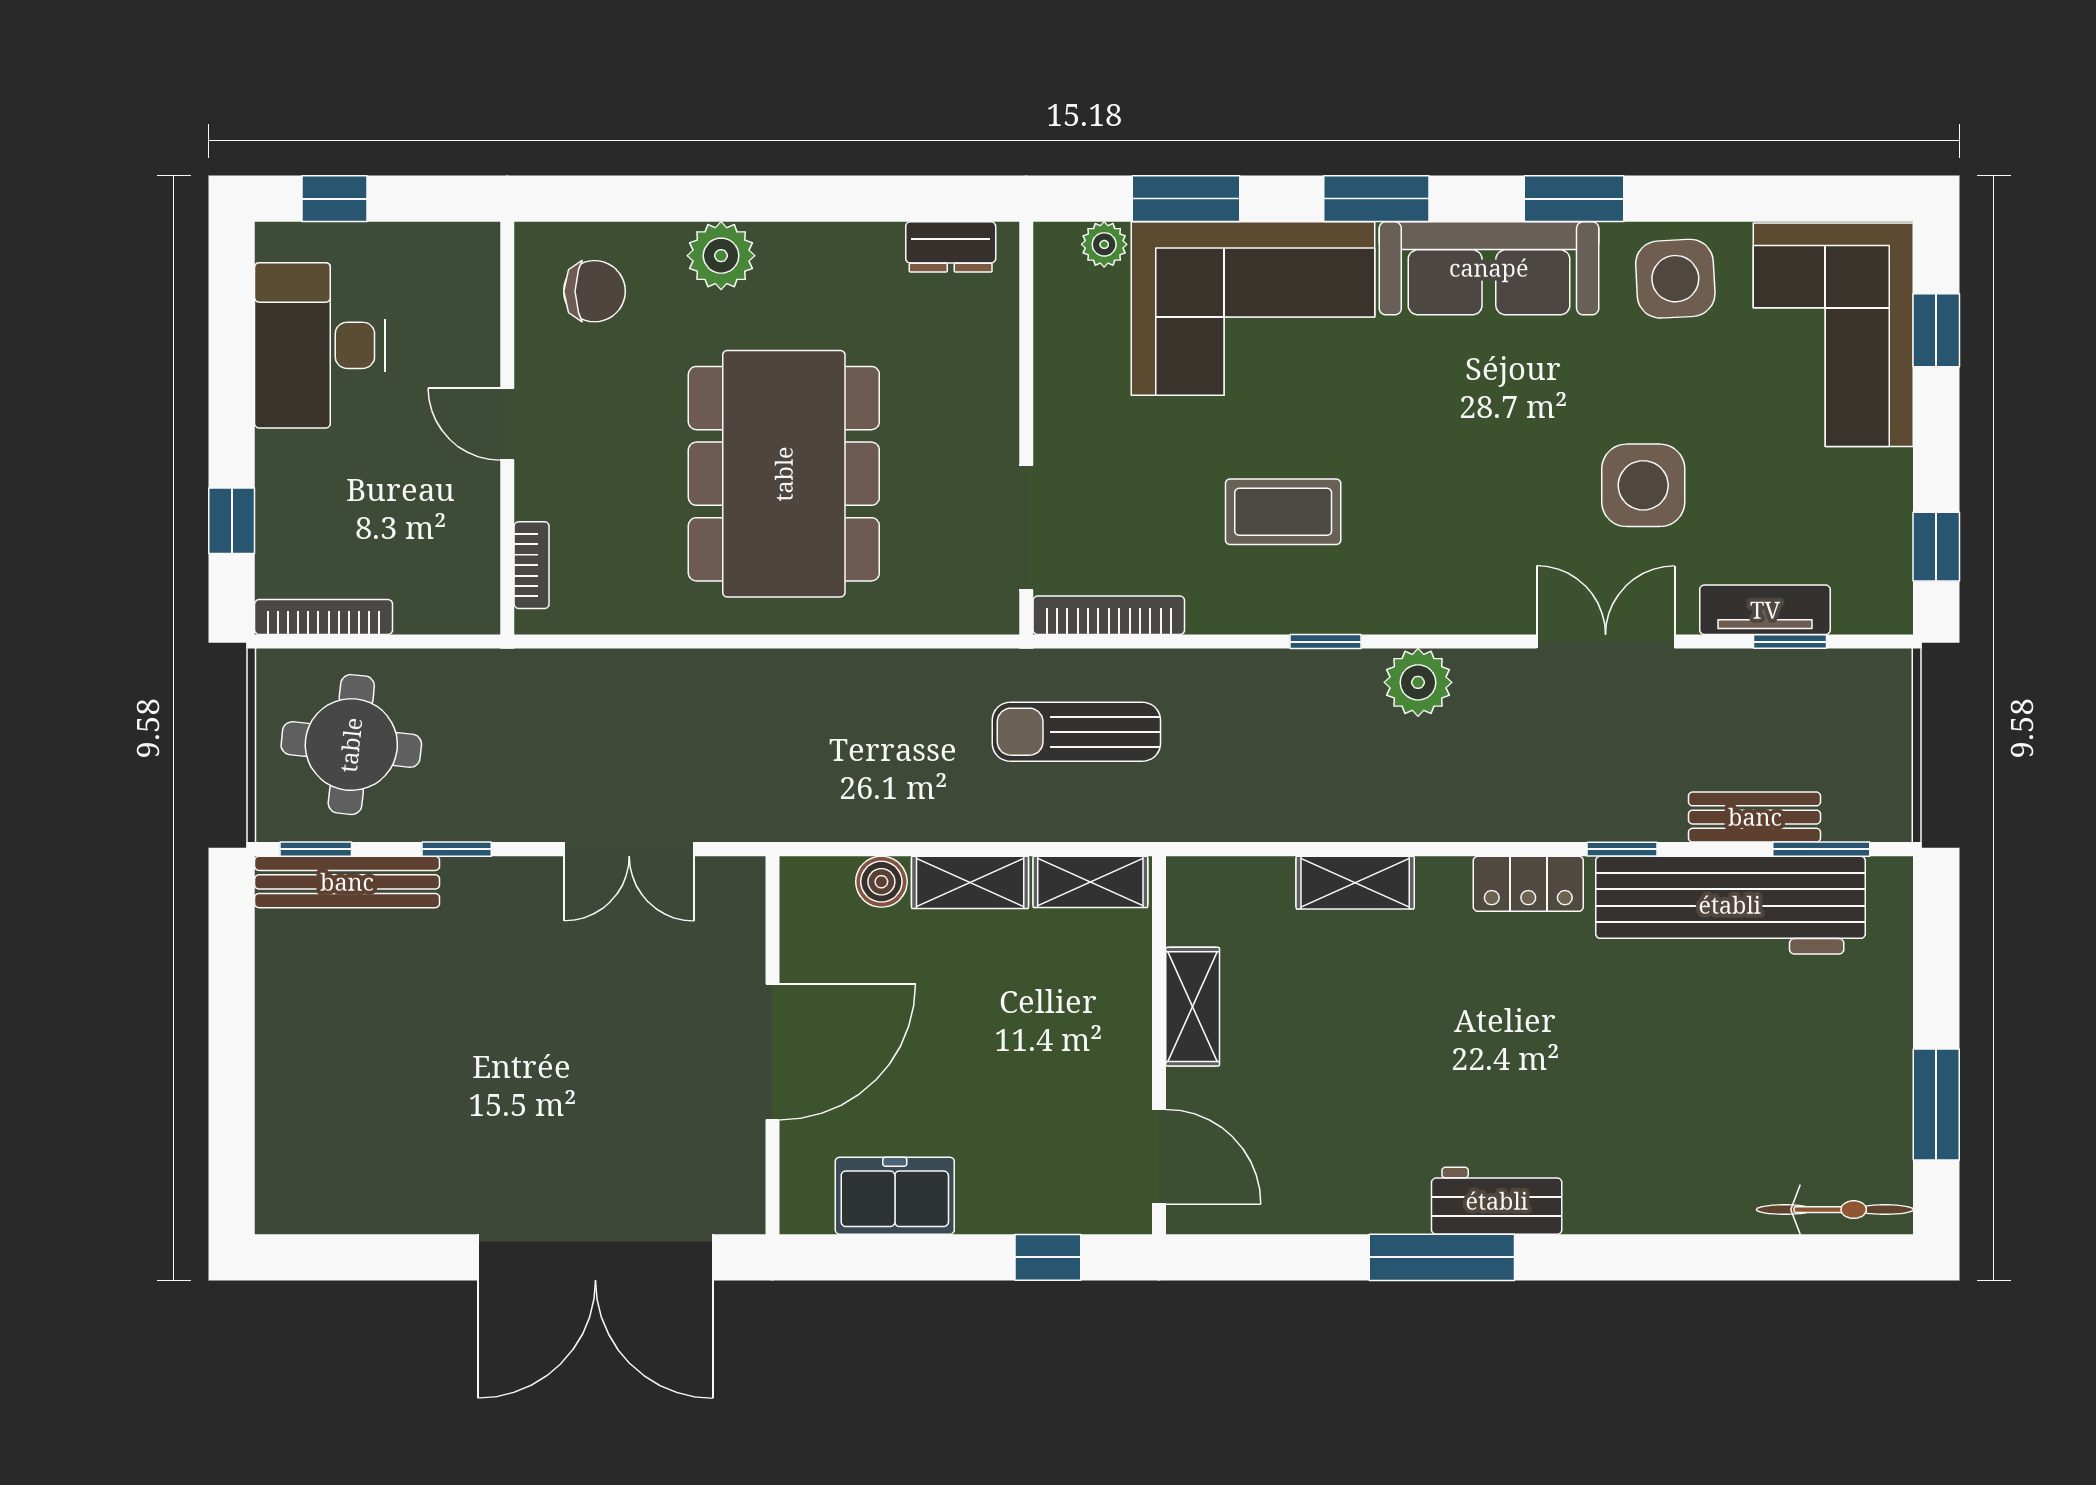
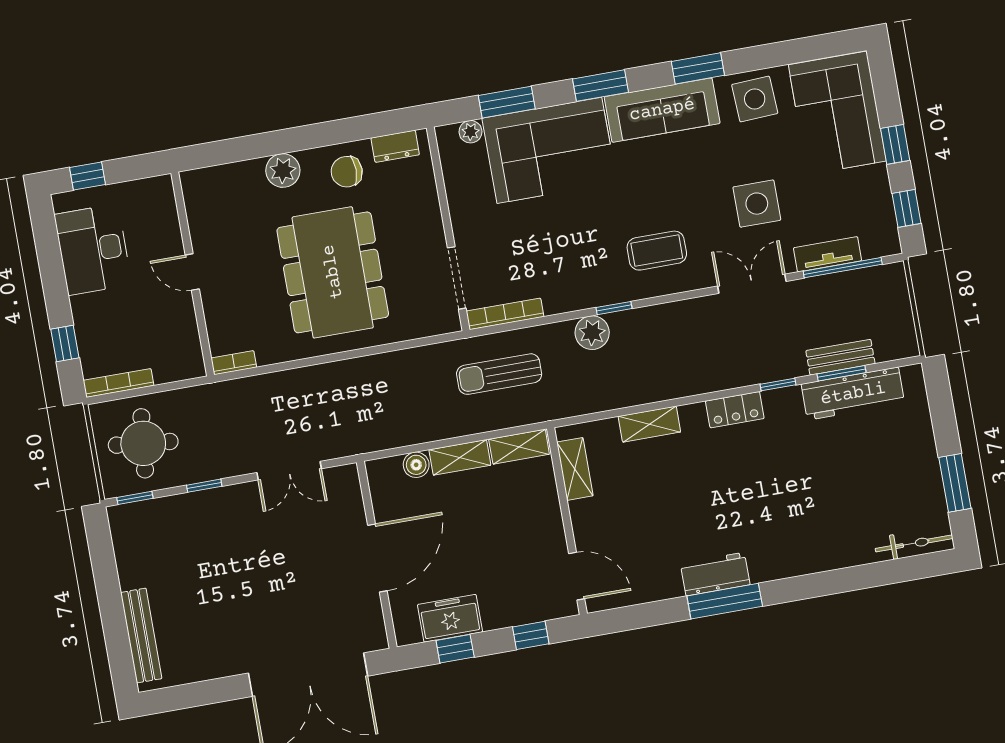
chair: (594, 291) -> (347, 172), moved, turned 180
window: (1936, 330) -> (895, 144), moved
coffee table: (1283, 512) -> (657, 251), moved
bookcase: (532, 565) -> (234, 363), moved, turned -90
window: (1790, 642) -> (843, 268), width x2.17
plant: (1418, 682) -> (592, 333), moved
window: (1821, 849) -> (842, 373), moved
bench: (347, 882) -> (141, 636), moved, turned 90
workbench: (1730, 905) -> (853, 394), width x0.73, depth x0.76
shelving: (1193, 1007) -> (575, 469), moved
workbench: (1497, 1201) -> (715, 574), moved
window: (894, 1257) -> (455, 649), added

